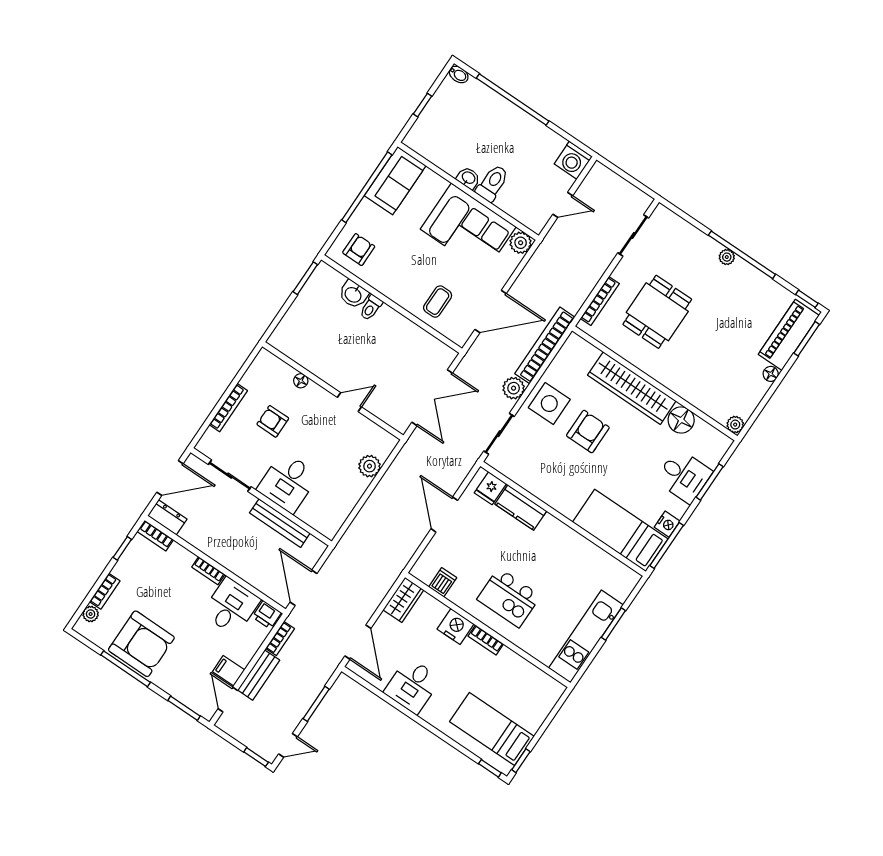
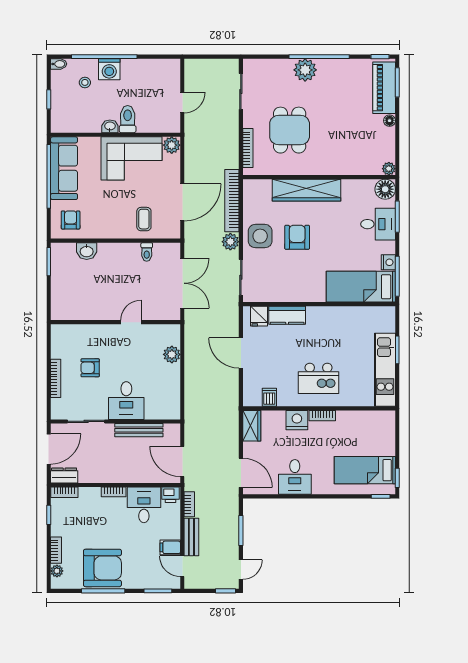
stool: (473, 113) -> (85, 82), added
washing machine: (573, 160) -> (109, 69), moved
sofa: (395, 181) -> (64, 168), width x1.36
plant: (727, 257) -> (305, 70), width x1.88, depth x1.88
toilet: (371, 308) -> (147, 252), moved
floor lamp: (301, 381) -> (90, 330), removed
floor lamp: (681, 420) -> (385, 189), moved

